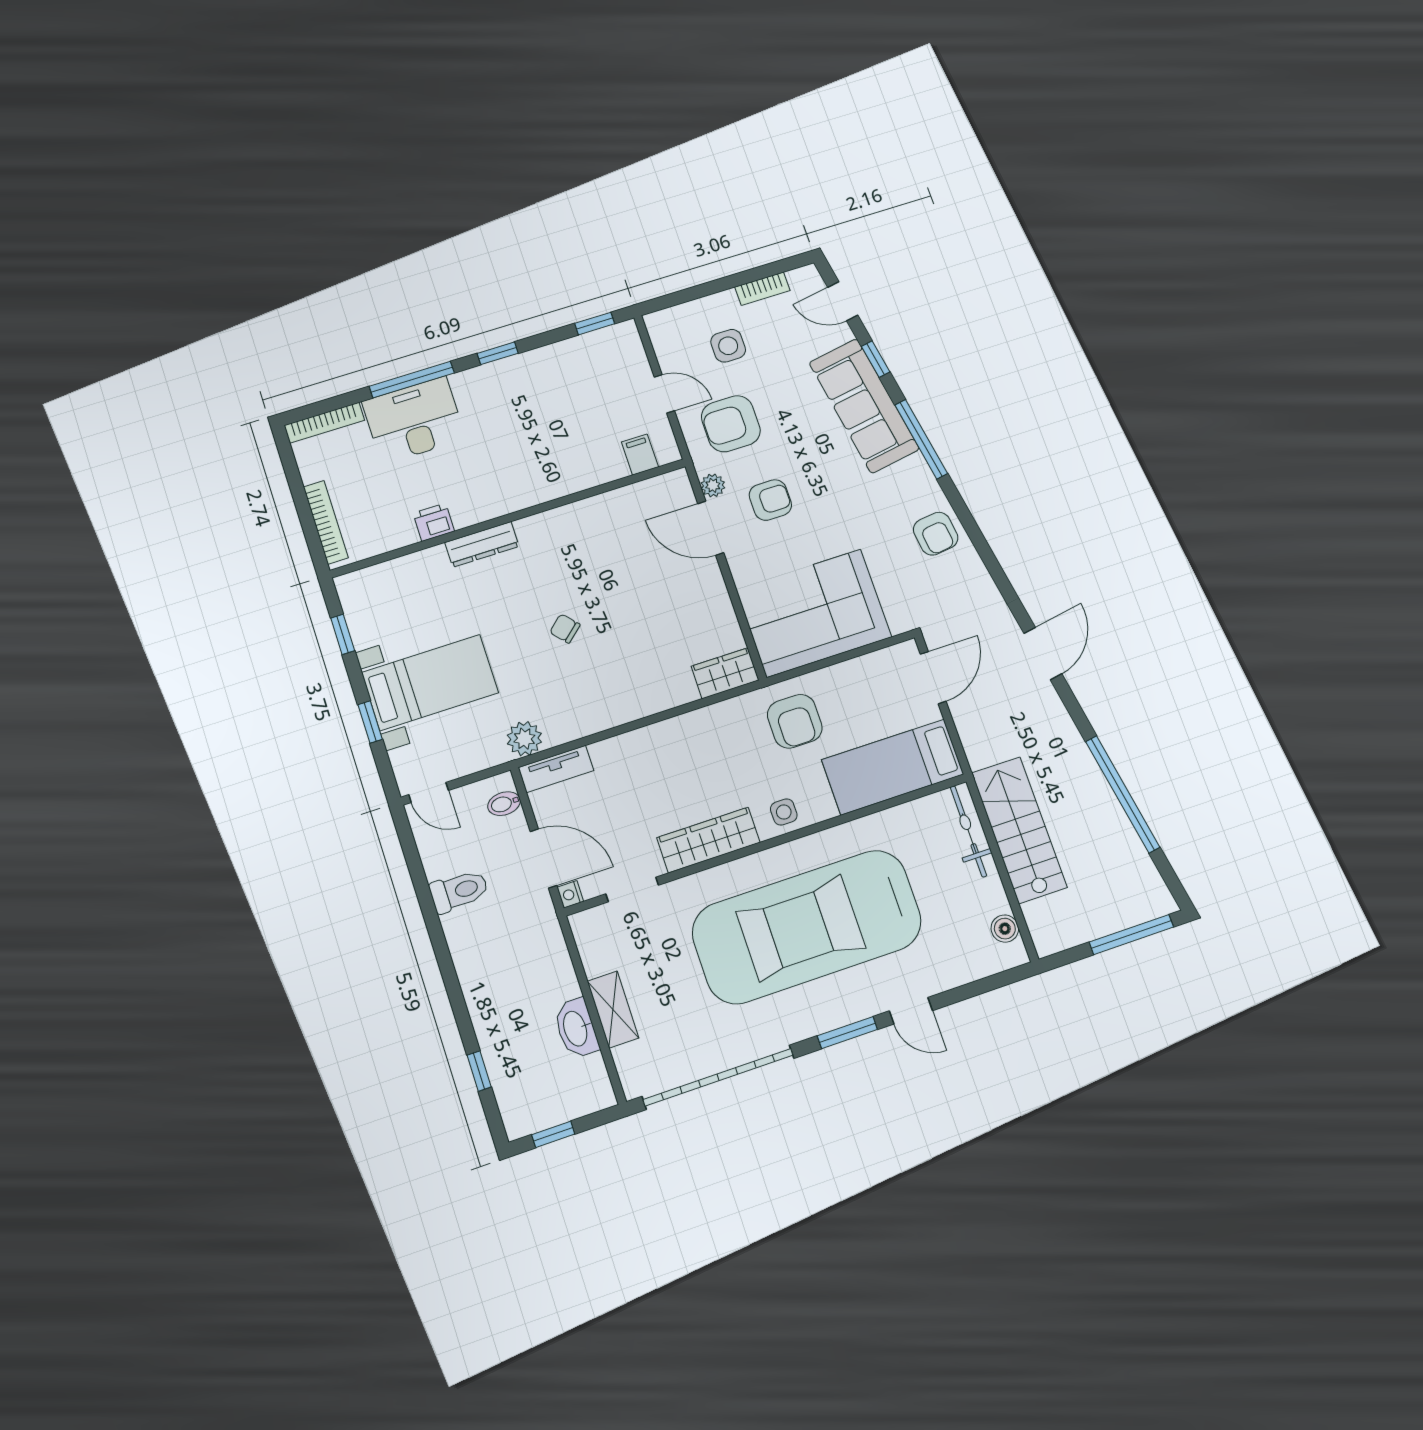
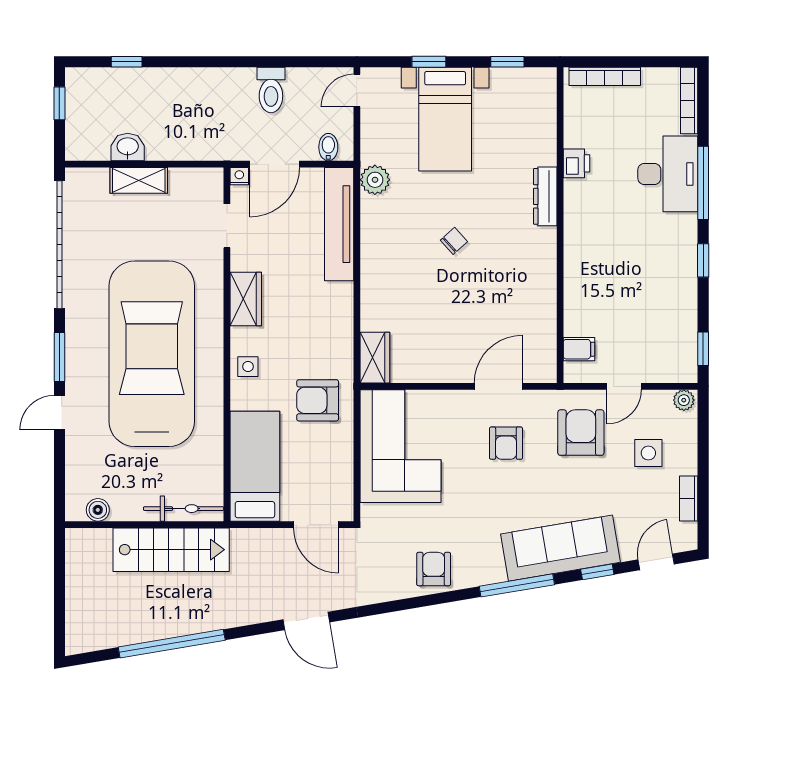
plant: (713, 485) -> (684, 400), moved
armchair: (936, 534) -> (434, 569), turned 97
tv unit: (556, 769) -> (339, 224), width x1.92, depth x1.29
wardrobe: (708, 840) -> (246, 299), width x0.67
window: (1131, 934) -> (59, 609), removed
washbasin: (576, 1028) -> (128, 147), width x0.72

